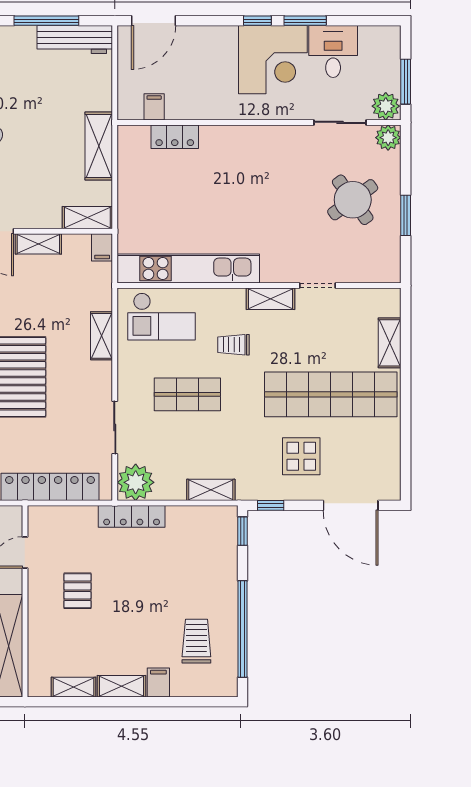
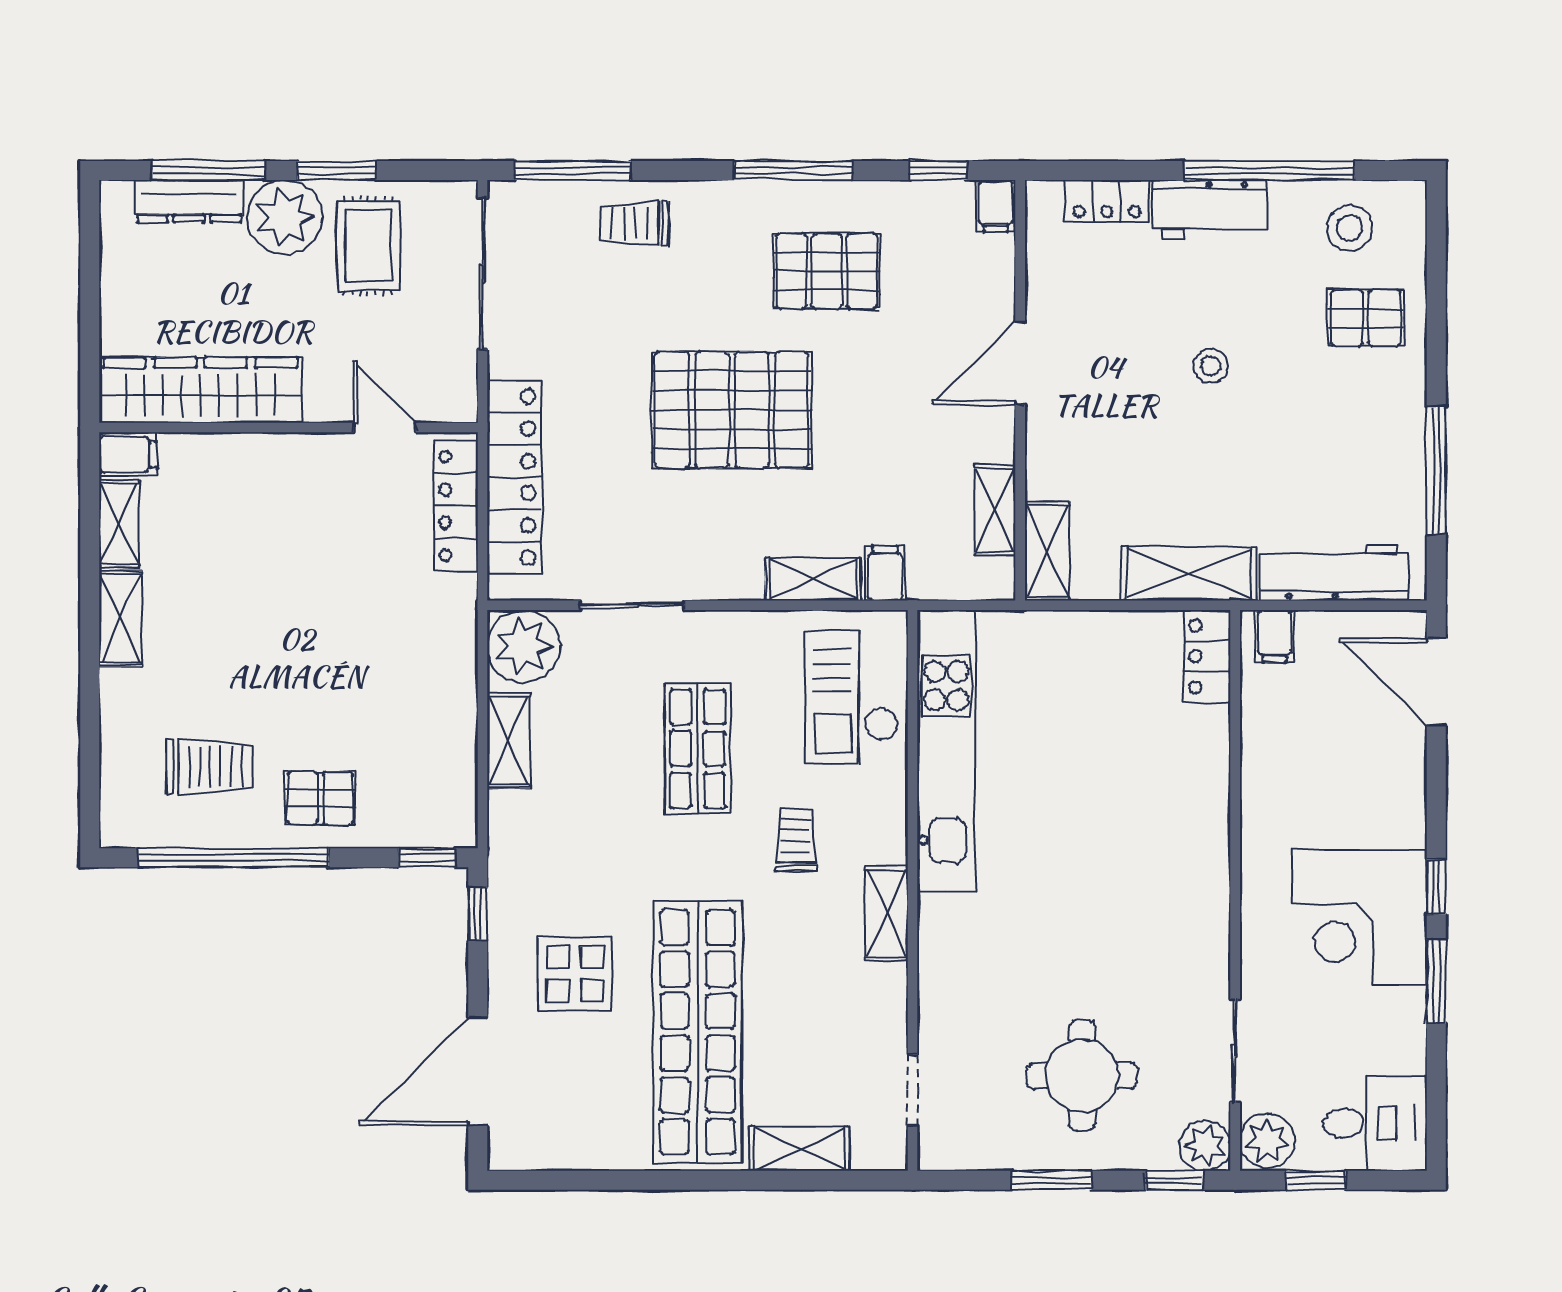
workbench: (75, 40) -> (1334, 573), moved, turned 90
desk: (333, 52) -> (1375, 1123), moved
window: (406, 82) -> (1316, 1180), width x0.67
filing cabinet: (154, 107) -> (1275, 636), moved, turned 90
locker: (175, 137) -> (1207, 656), moved
window: (406, 153) -> (1175, 1180), added
round table: (353, 200) -> (1082, 1076), turned 36
shelving: (38, 244) -> (995, 510), moved
filing cabinet: (102, 247) -> (885, 573), moved, turned 90
doorway: (318, 286) -> (913, 1090), moved
shelving: (211, 490) -> (508, 741), moved
locker: (132, 516) -> (456, 506), moved
pallet: (78, 591) -> (320, 798), moved
filing cabinet: (158, 682) -> (128, 454), moved

